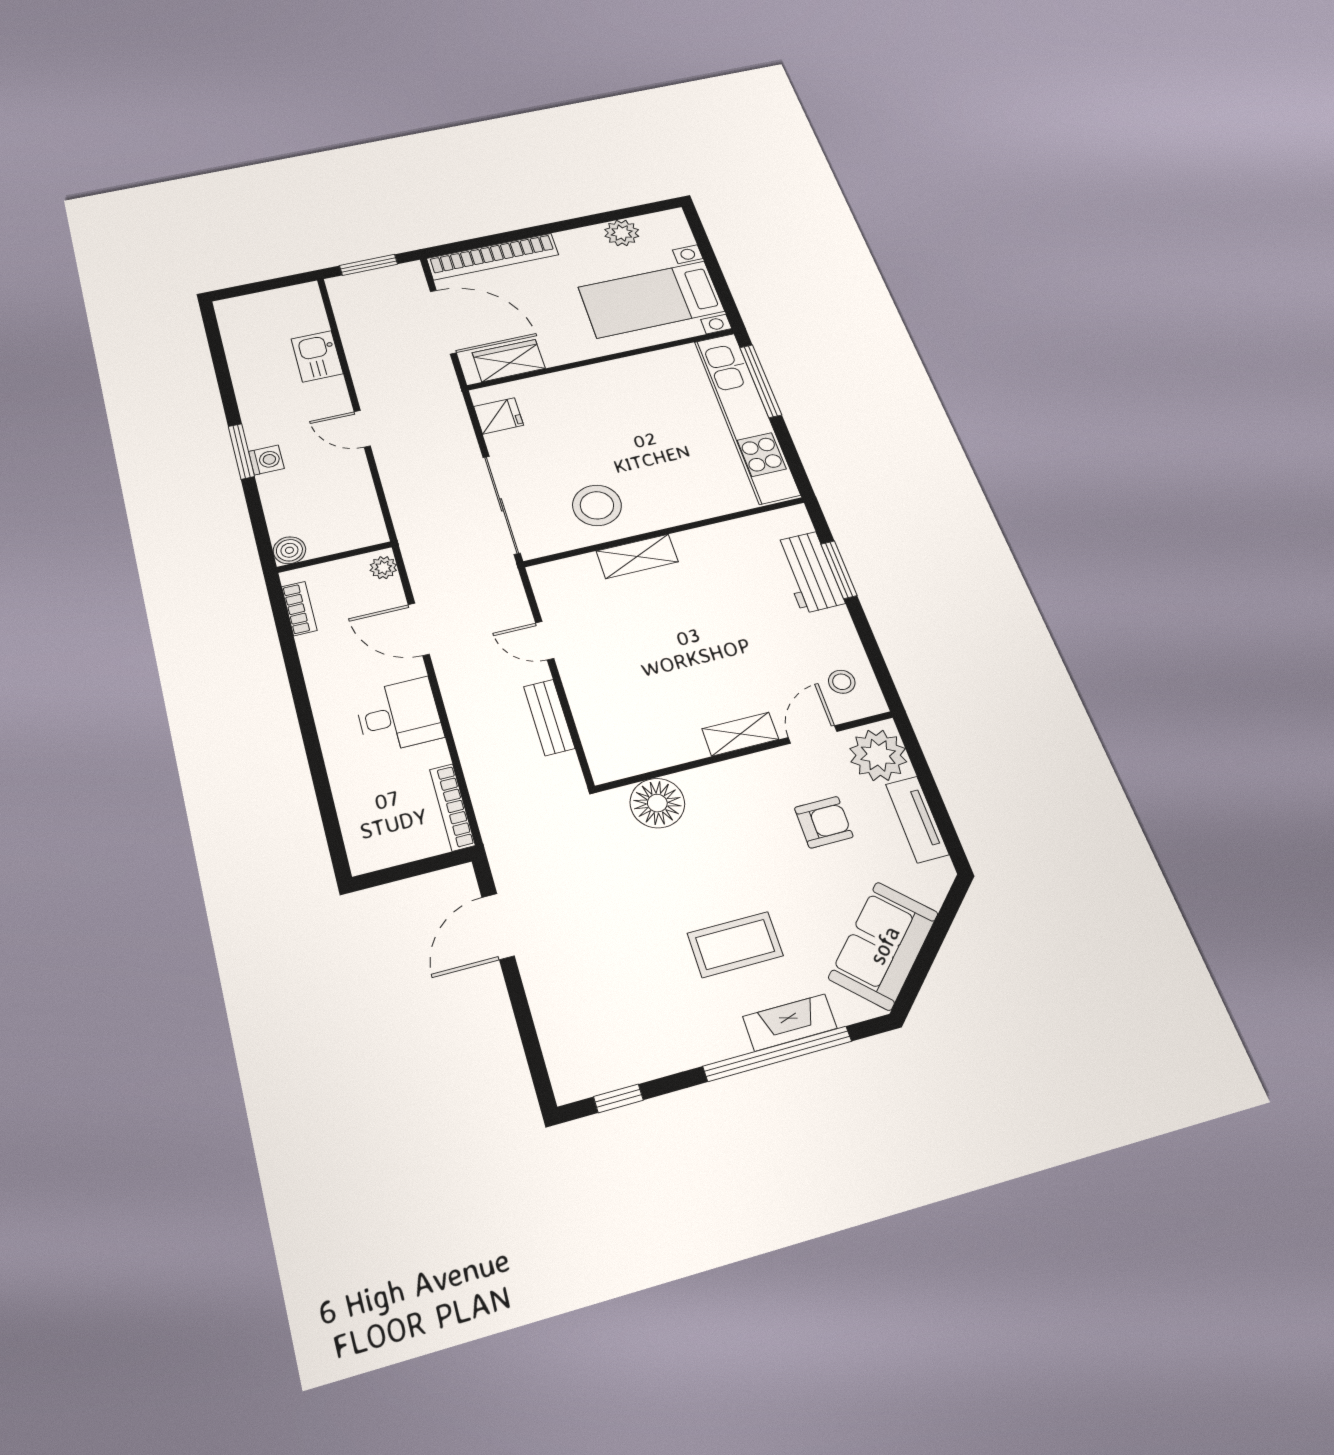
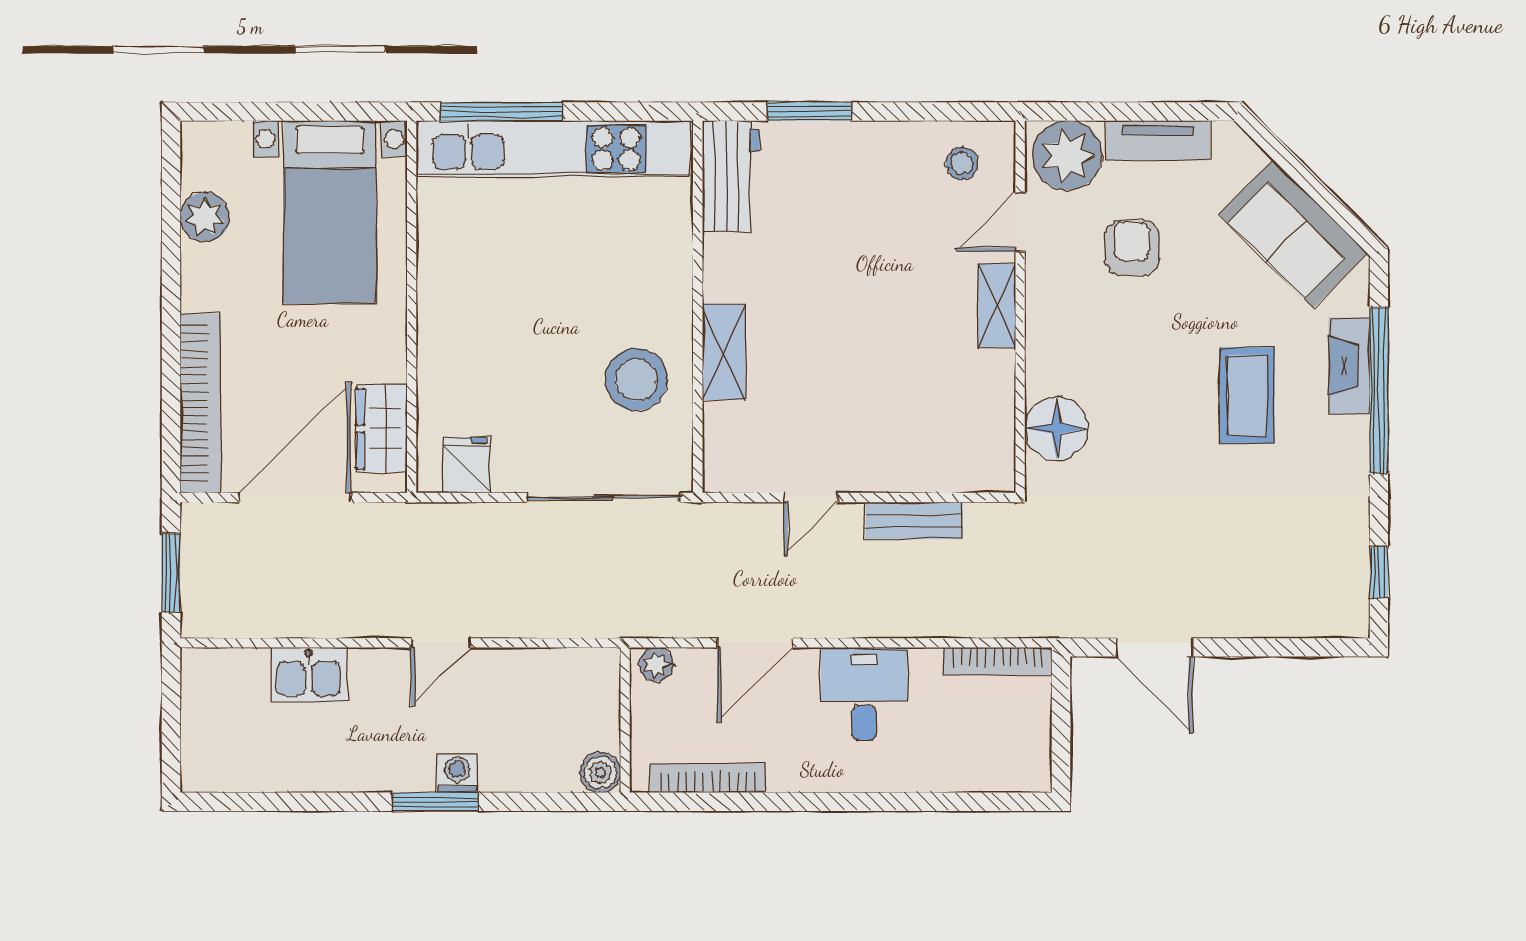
workbench: (809, 572) -> (731, 176), moved, turned -90
bookcase: (299, 608) -> (708, 778), width x1.56
door: (813, 734) -> (1020, 222), hinge flipped

